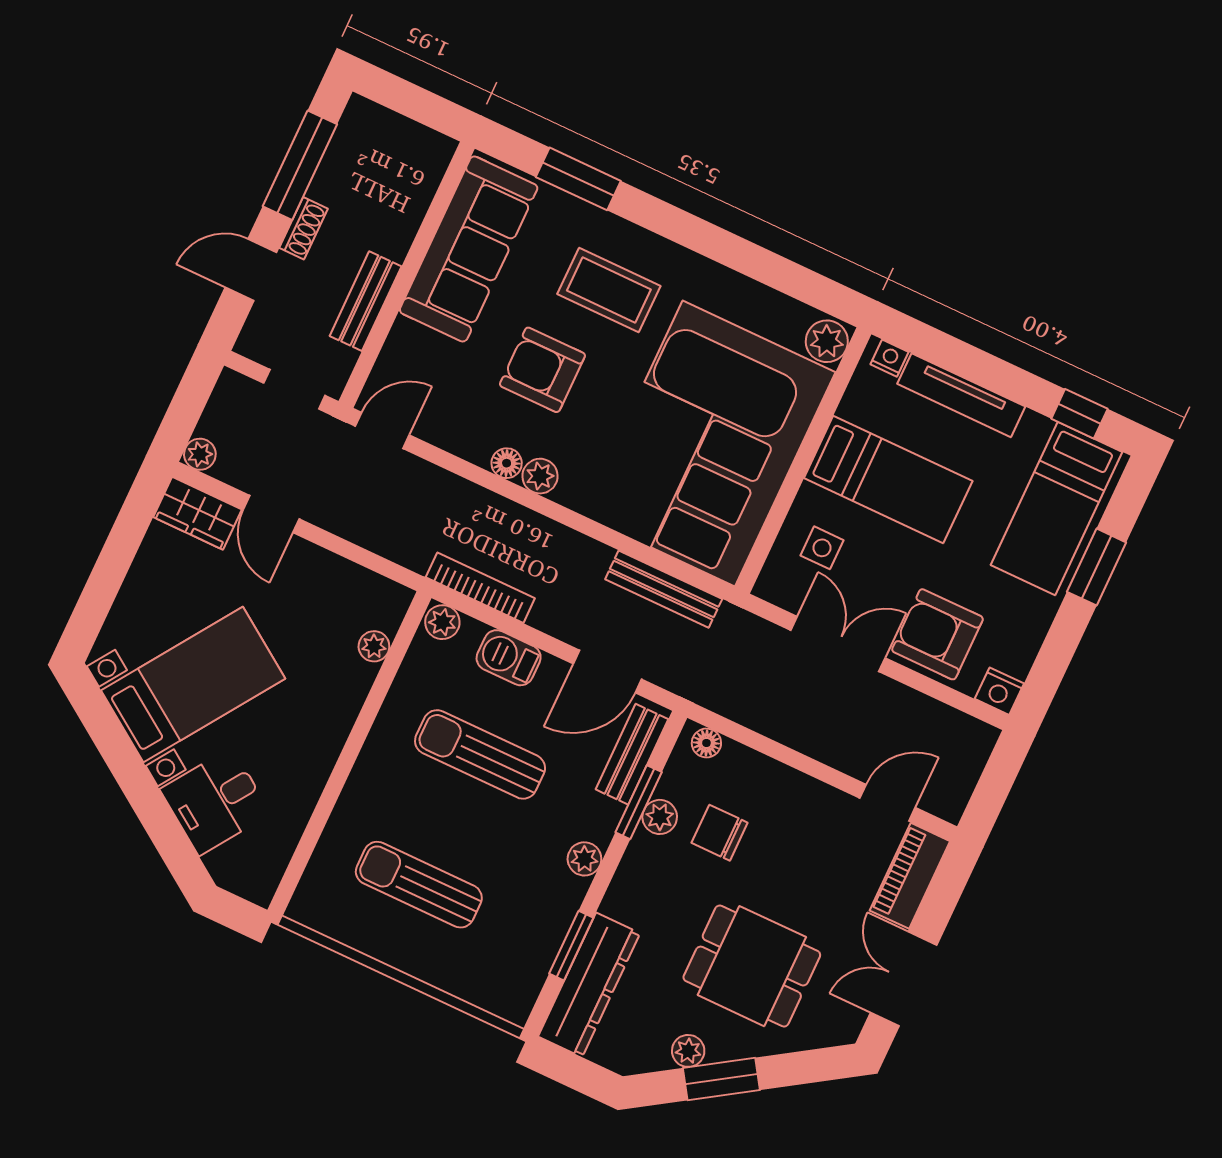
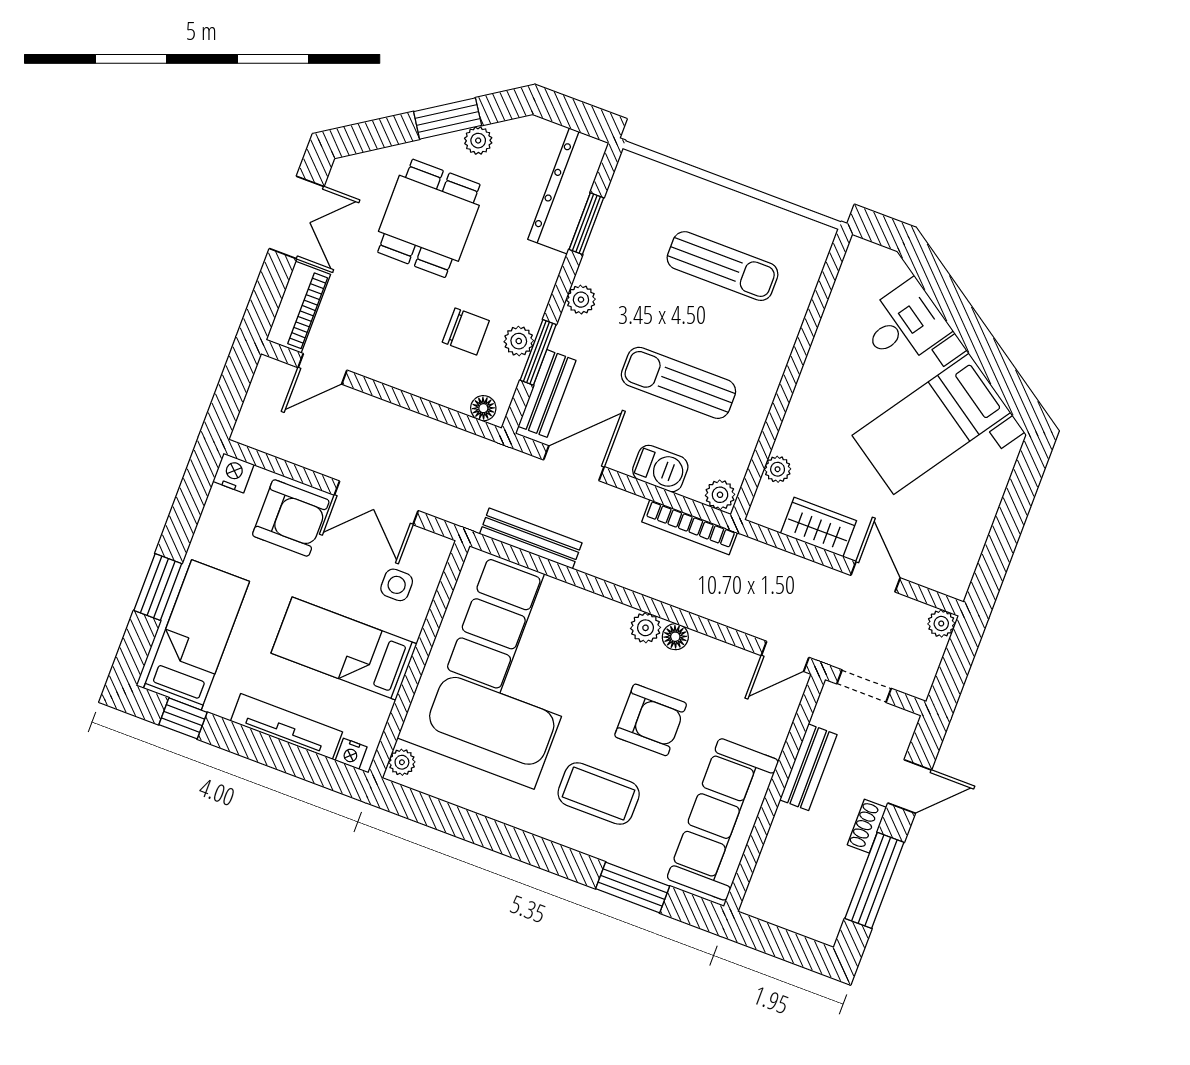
plant: (827, 341) -> (402, 762), width x0.73, depth x0.73
wardrobe: (197, 513) -> (819, 527), moved
sun lounger: (480, 754) -> (678, 383), turned 180
dining table: (752, 966) -> (429, 218), turned 90

